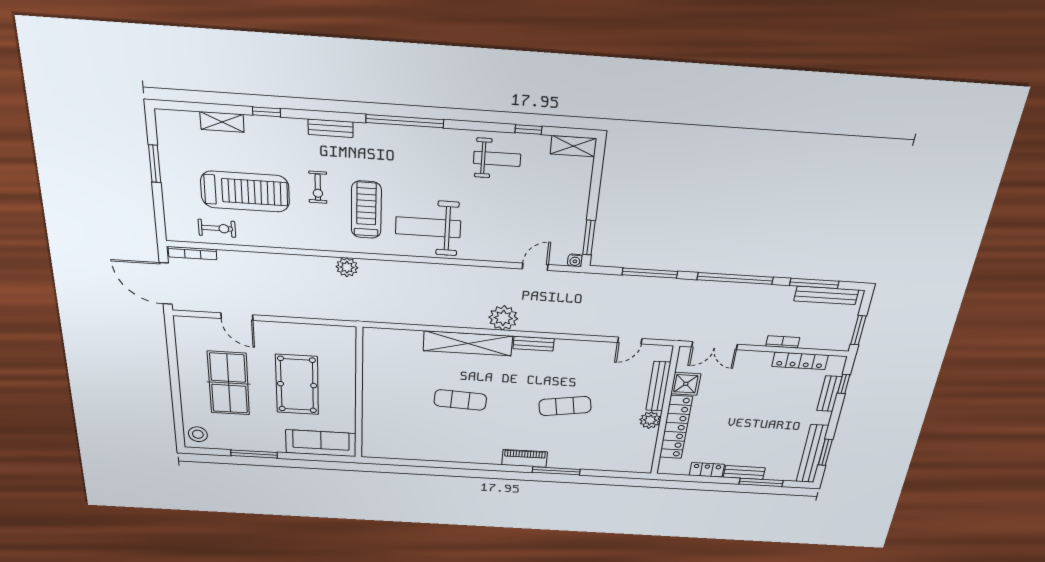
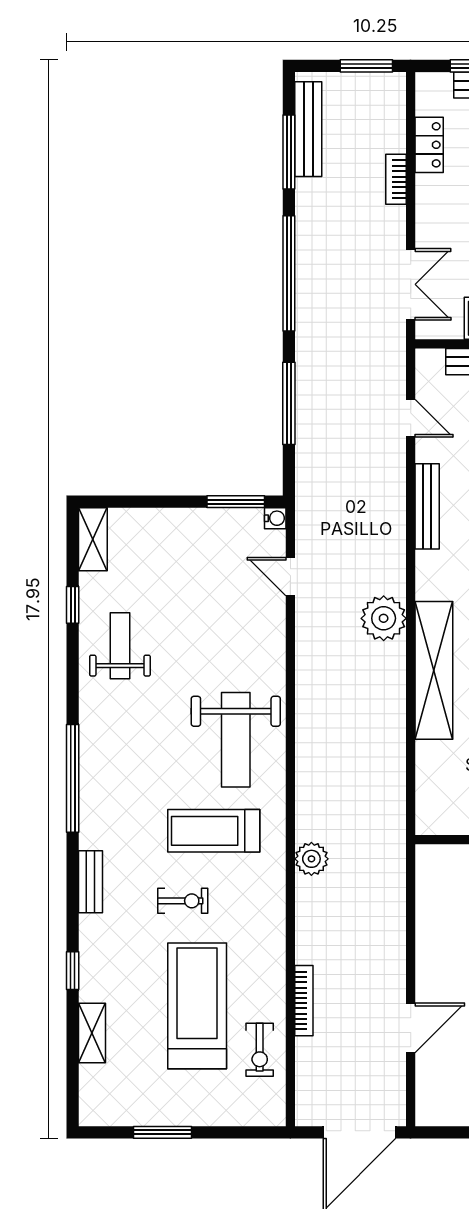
exercise bike: (217, 228) -> (260, 1050), turned 180
bookcase: (192, 253) -> (304, 1001), moved
bench: (534, 344) -> (427, 506), moved, width x1.36
locker: (800, 361) -> (429, 145), width x0.66

